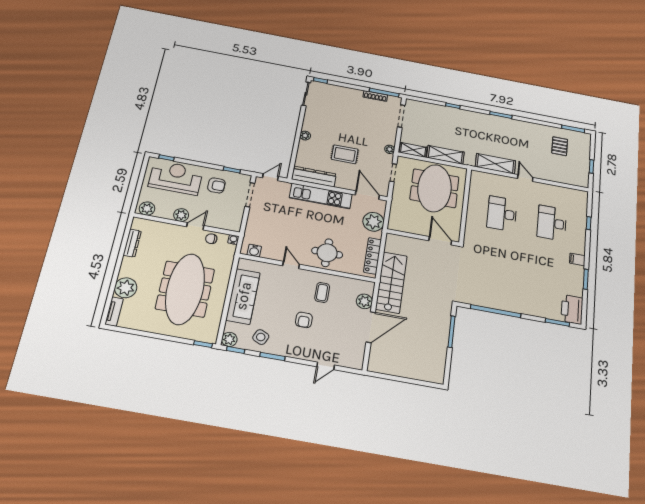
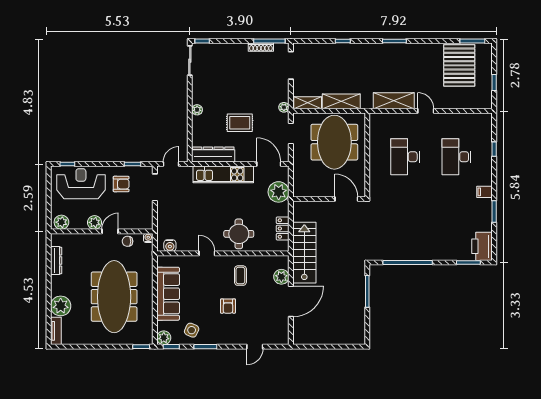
pallet: (560, 146) -> (459, 65), width x2.05, depth x2.00
locker: (373, 256) -> (283, 229), width x0.66

